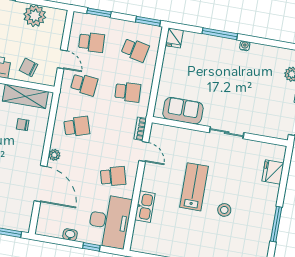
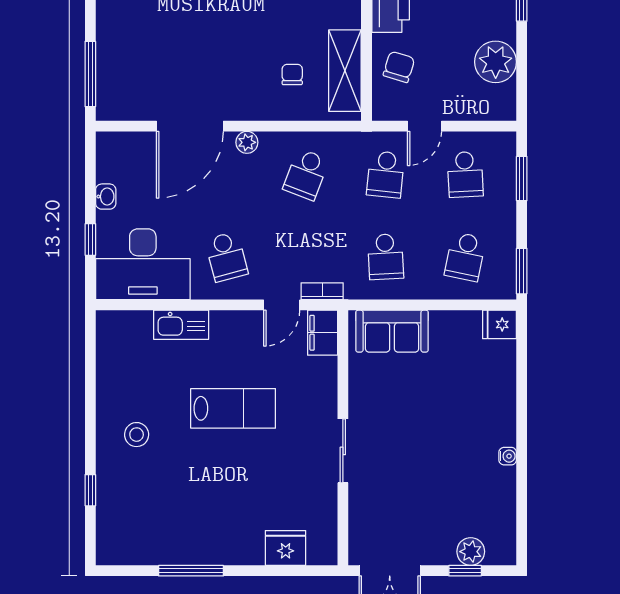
window: (220, 34) -> (522, 406), removed
sofa: (183, 111) -> (392, 331), moved, turned 90
school desk: (77, 127) -> (306, 174), turned 39
filing cabinet: (162, 132) -> (323, 333), added
stool: (224, 210) -> (137, 435), moved

